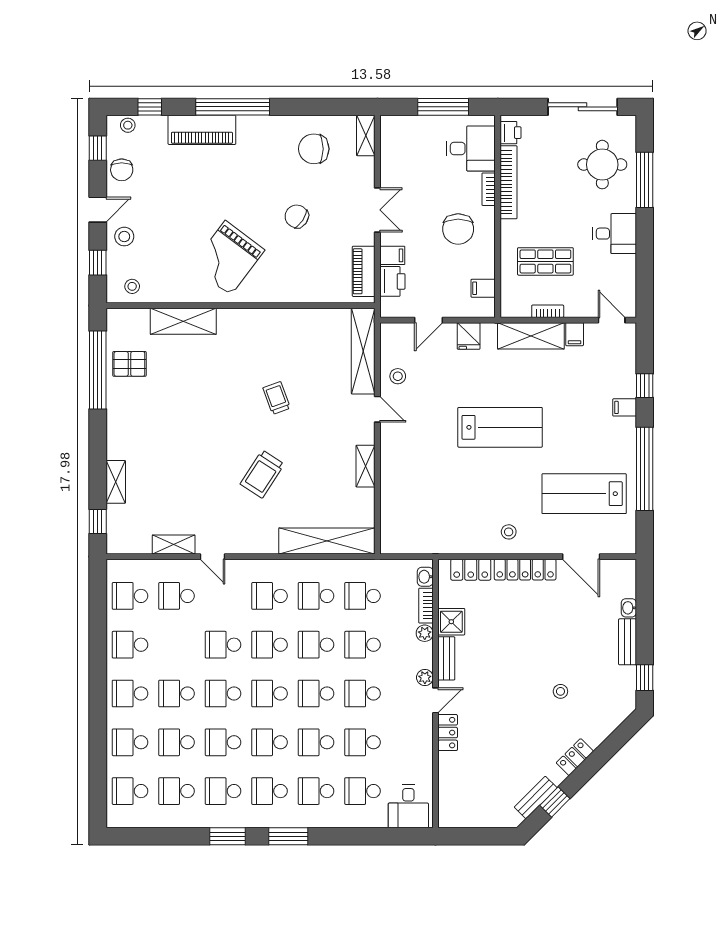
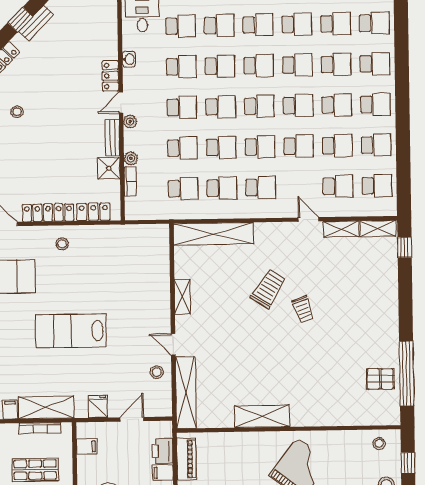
bookcase: (548, 311) -> (40, 428), width x1.56
shelving: (183, 321) -> (262, 416), moved
trolley: (277, 398) -> (303, 309), moved
shelving: (116, 482) -> (378, 228), moved, turned 90
washbasin: (425, 577) -> (129, 59), moved
school desk: (177, 645) -> (337, 146), added

